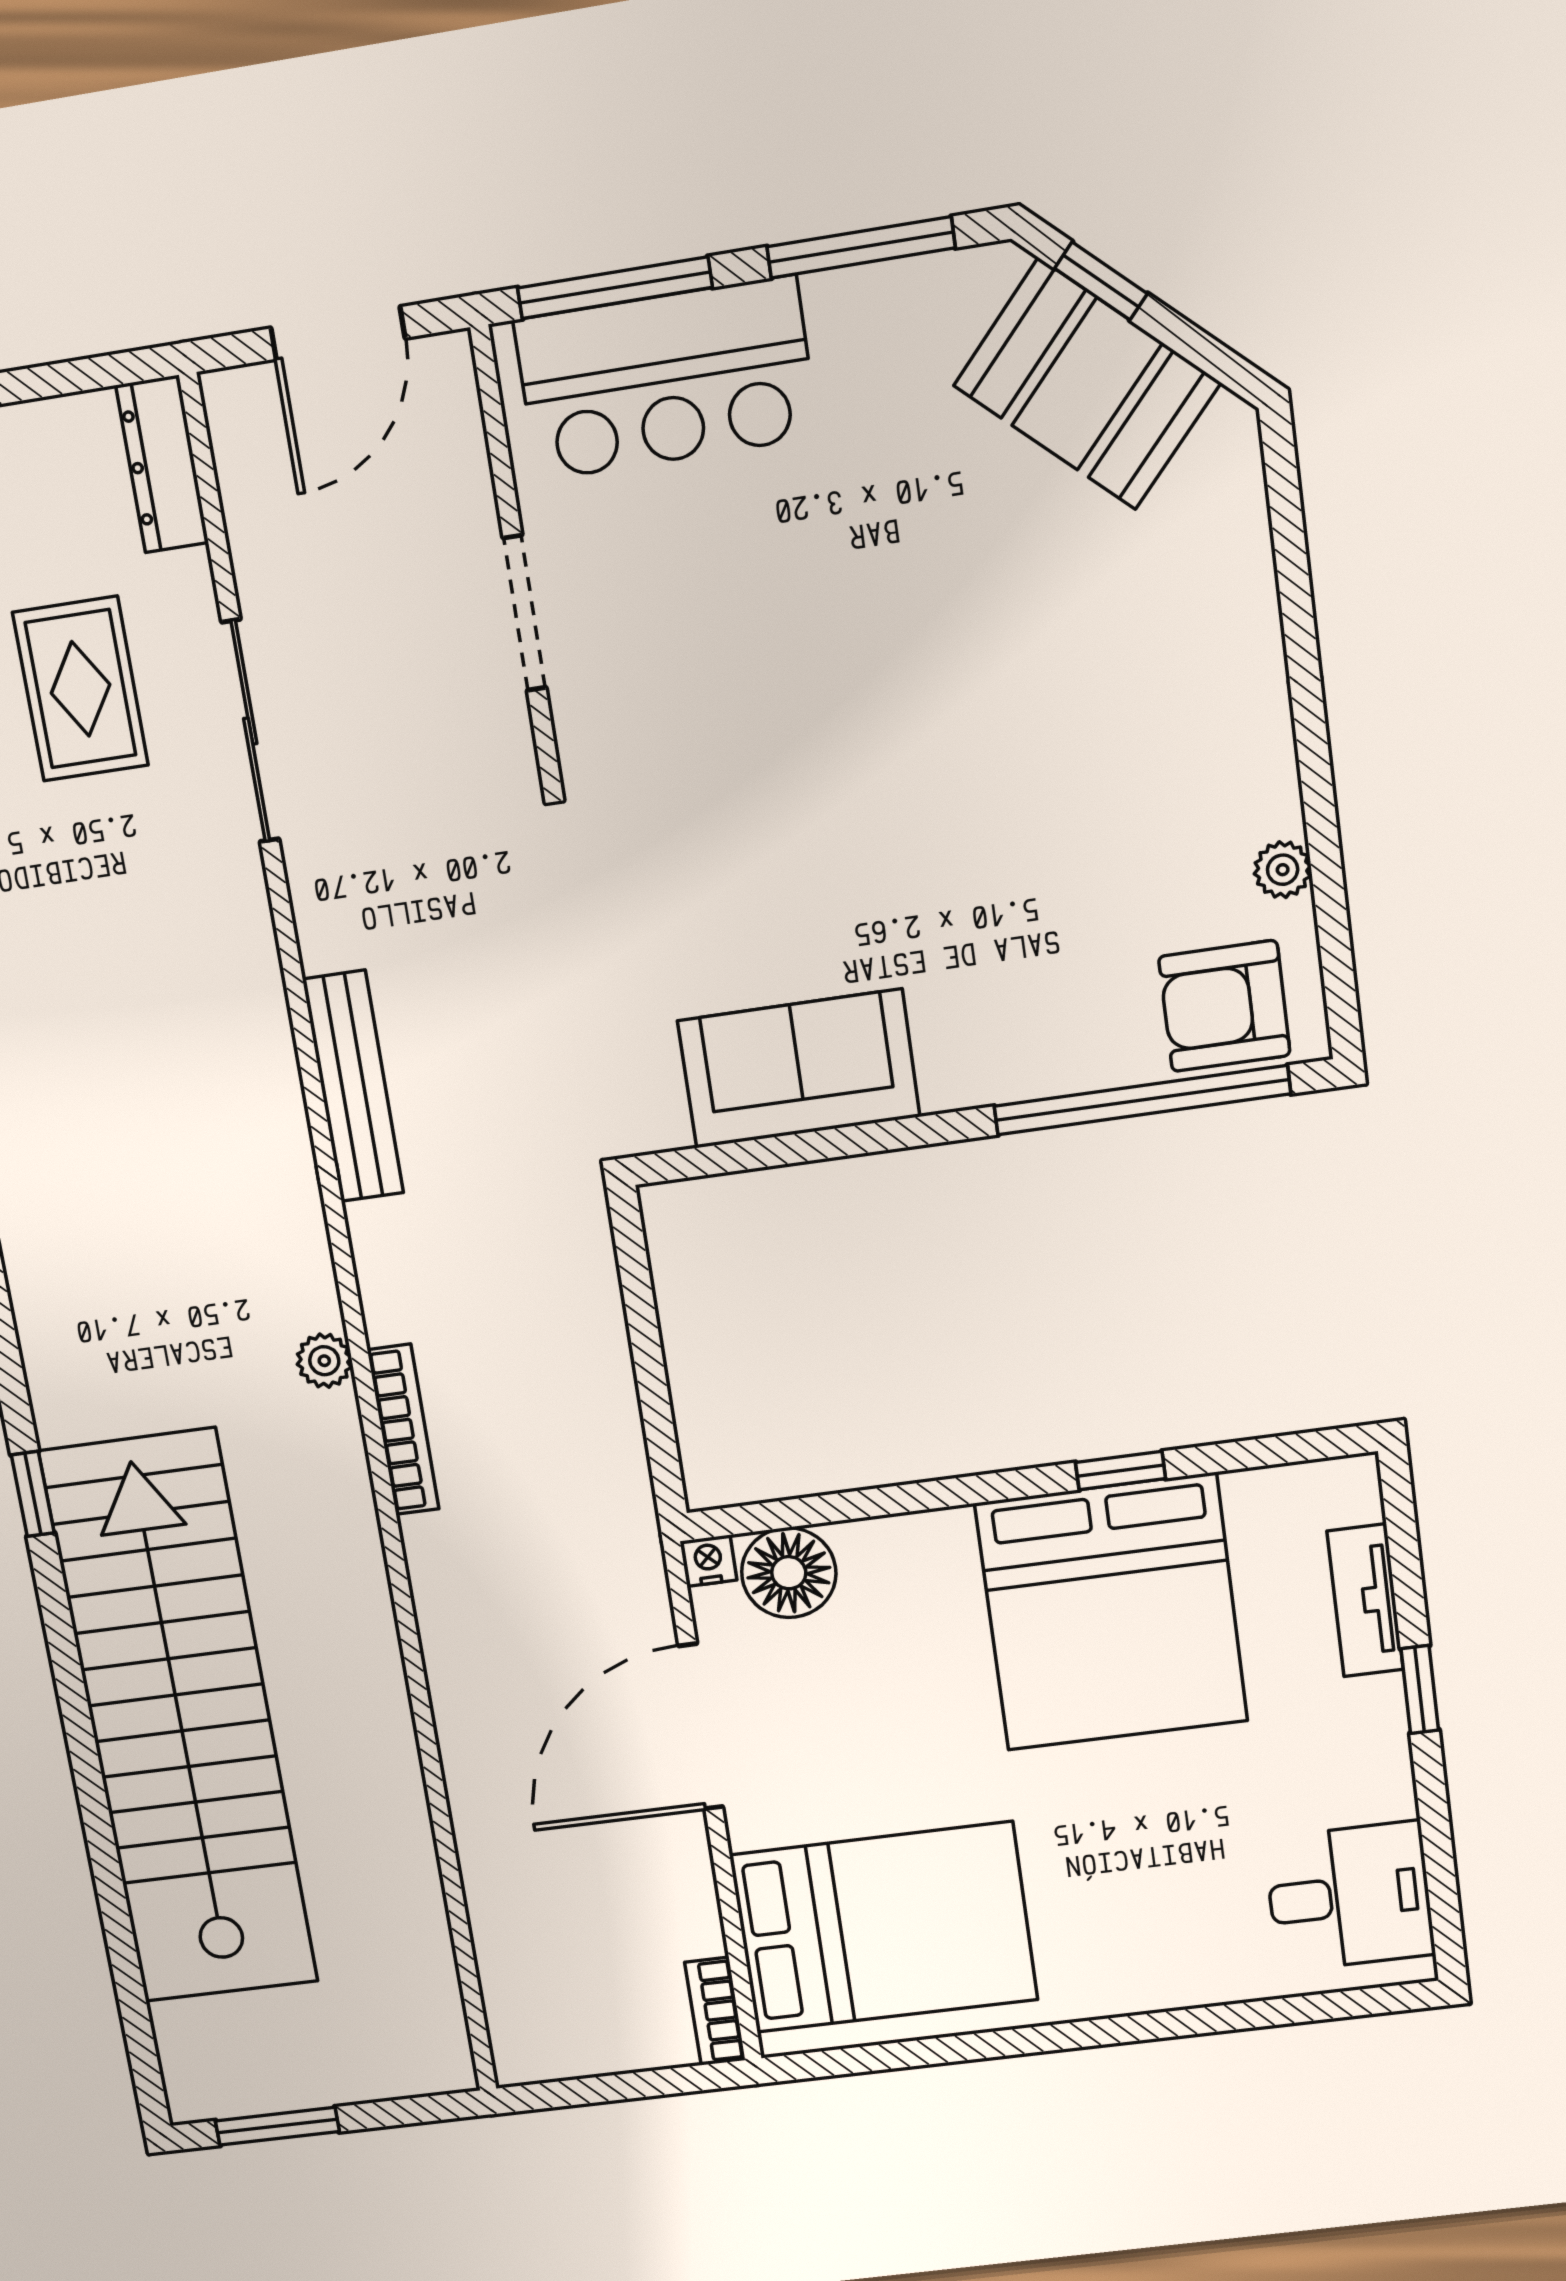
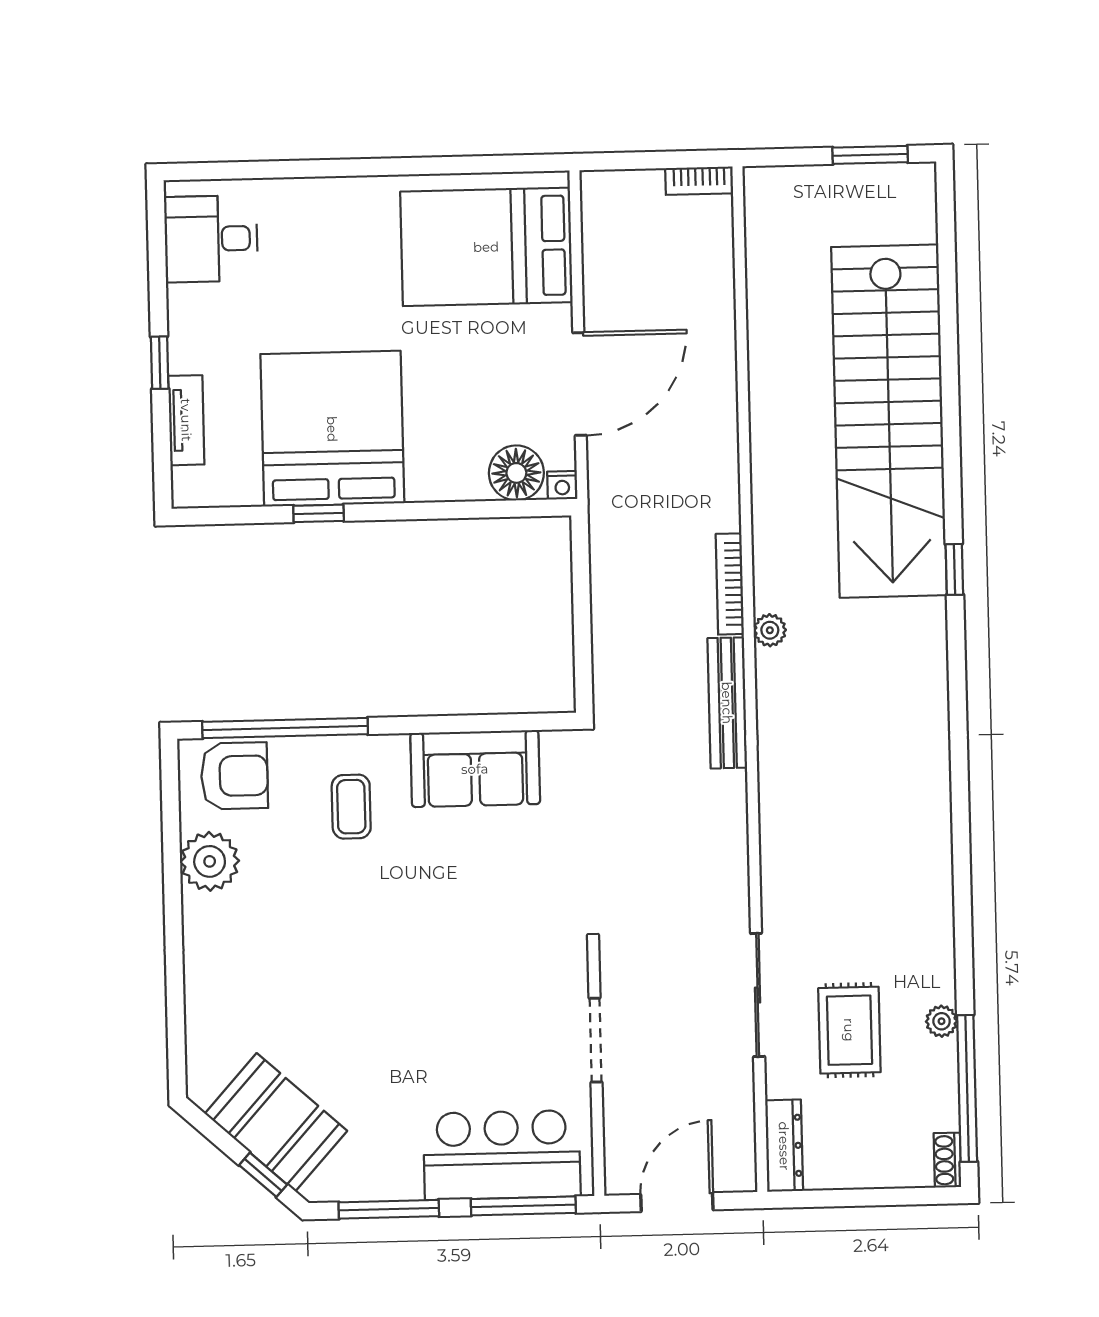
plant: (1283, 870) -> (210, 861), width x1.88, depth x1.88
coffee table: (1010, 977) -> (351, 807), added
bench: (353, 1086) -> (727, 703), moved
bookcase: (715, 2011) -> (699, 181), moved, turned 90

